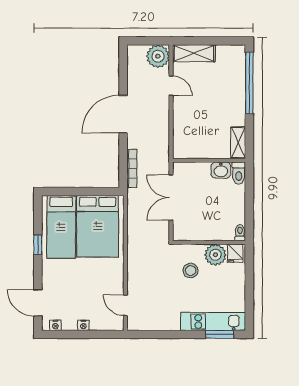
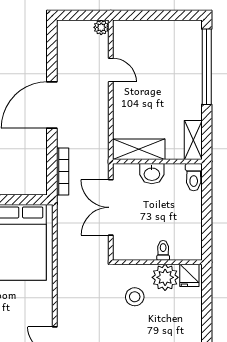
shelving: (194, 53) -> (139, 149), moved
plant: (158, 56) -> (101, 27), width x0.53, depth x0.53
washbasin: (221, 170) -> (152, 174), moved
toilet: (240, 233) -> (163, 250), moved

